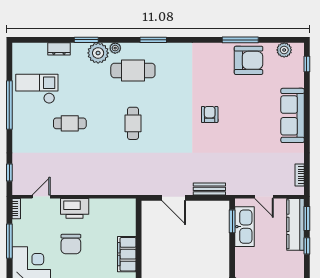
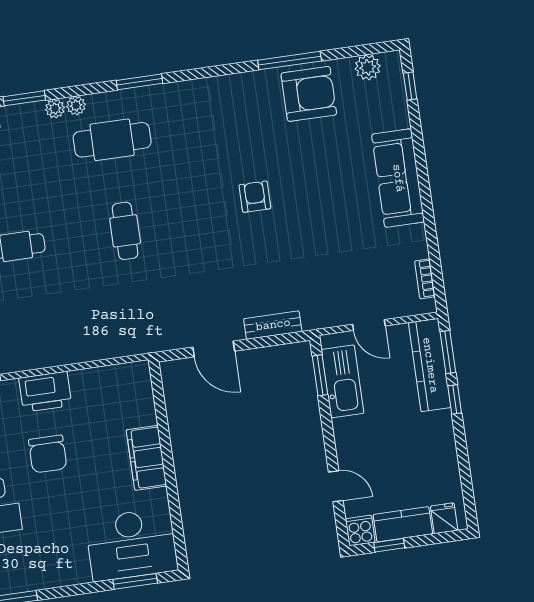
plant: (98, 53) -> (55, 109), width x0.53, depth x0.53

